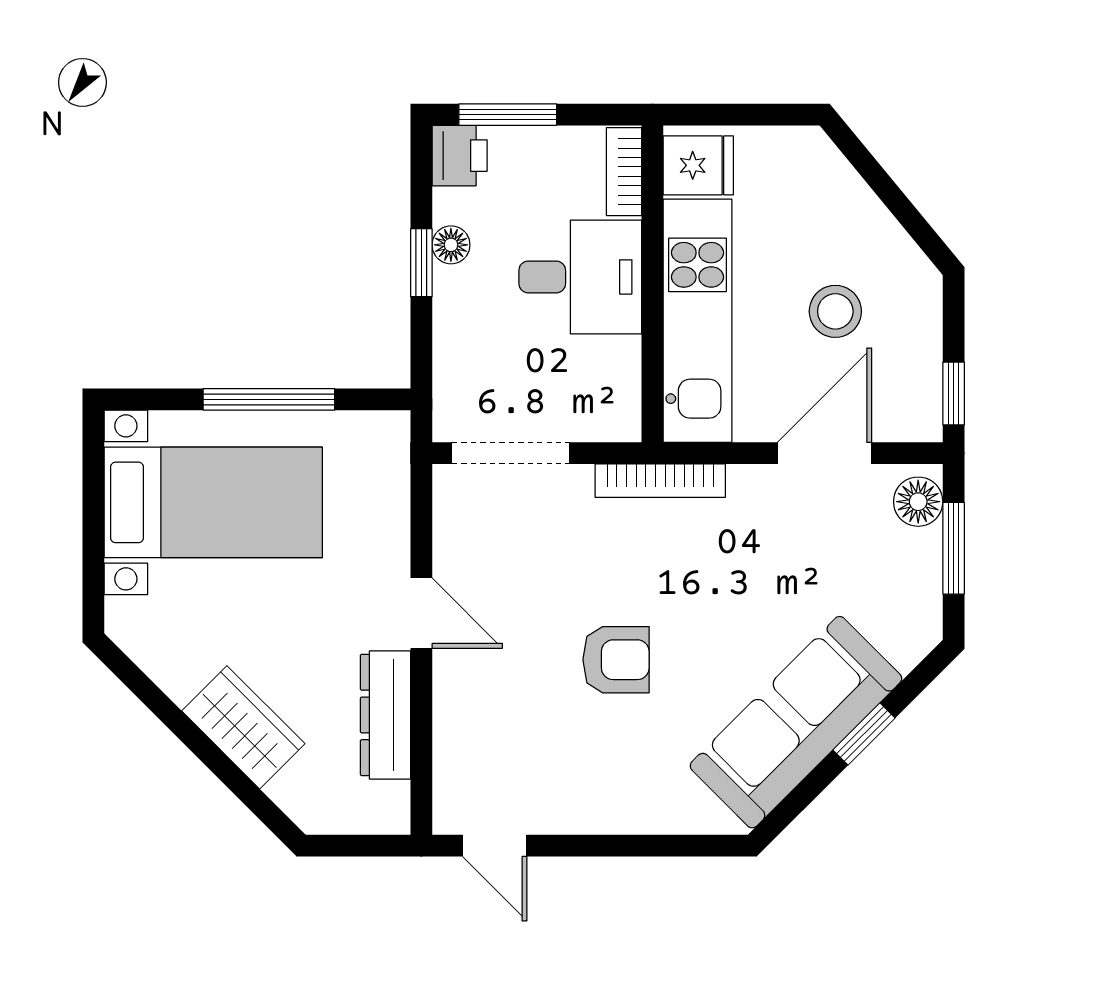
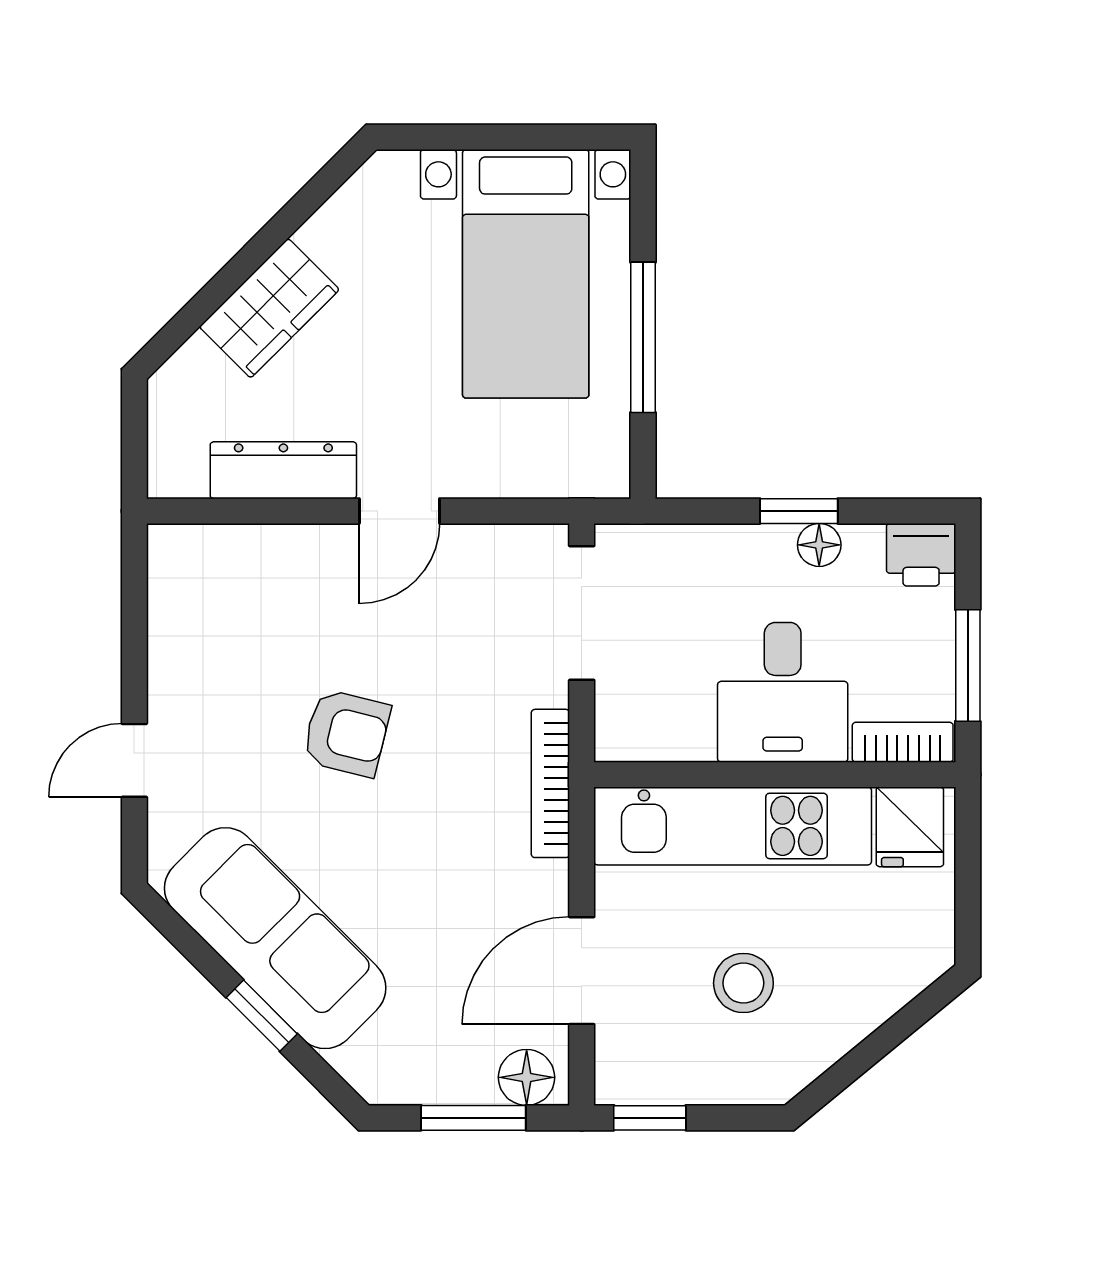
window: (508, 115) -> (968, 666), moved
door: (824, 453) -> (582, 971), swing flipped
armchair: (616, 660) -> (346, 733), turned -76
door: (495, 846) -> (134, 760), moved

